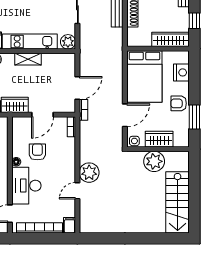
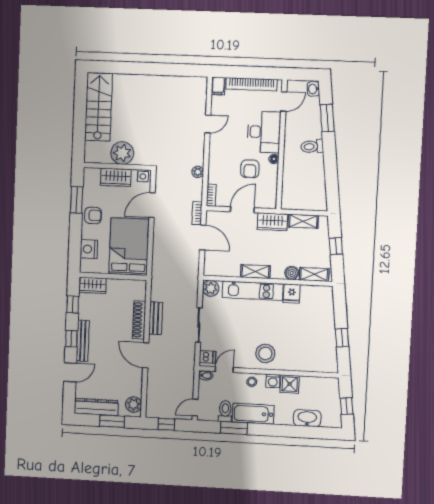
wardrobe: (171, 39) -> (92, 285), width x0.67
door: (77, 88) -> (203, 237), swing flipped
plant: (89, 173) -> (198, 172), moved, width x0.53, depth x0.53

